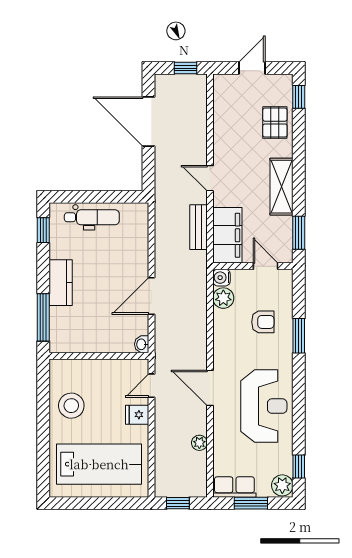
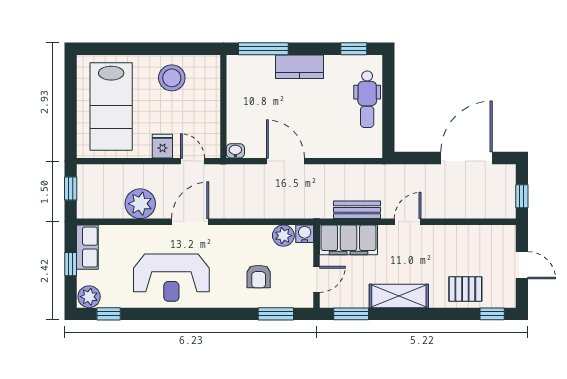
window: (299, 336) -> (276, 314), moved
plant: (199, 443) -> (140, 204), width x1.87, depth x1.87
window: (251, 503) -> (71, 264), width x0.67

